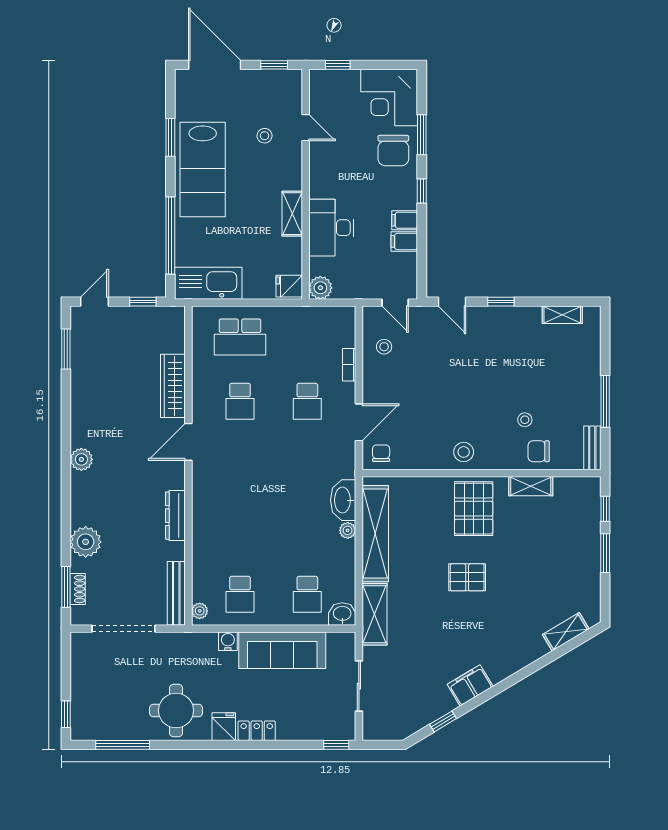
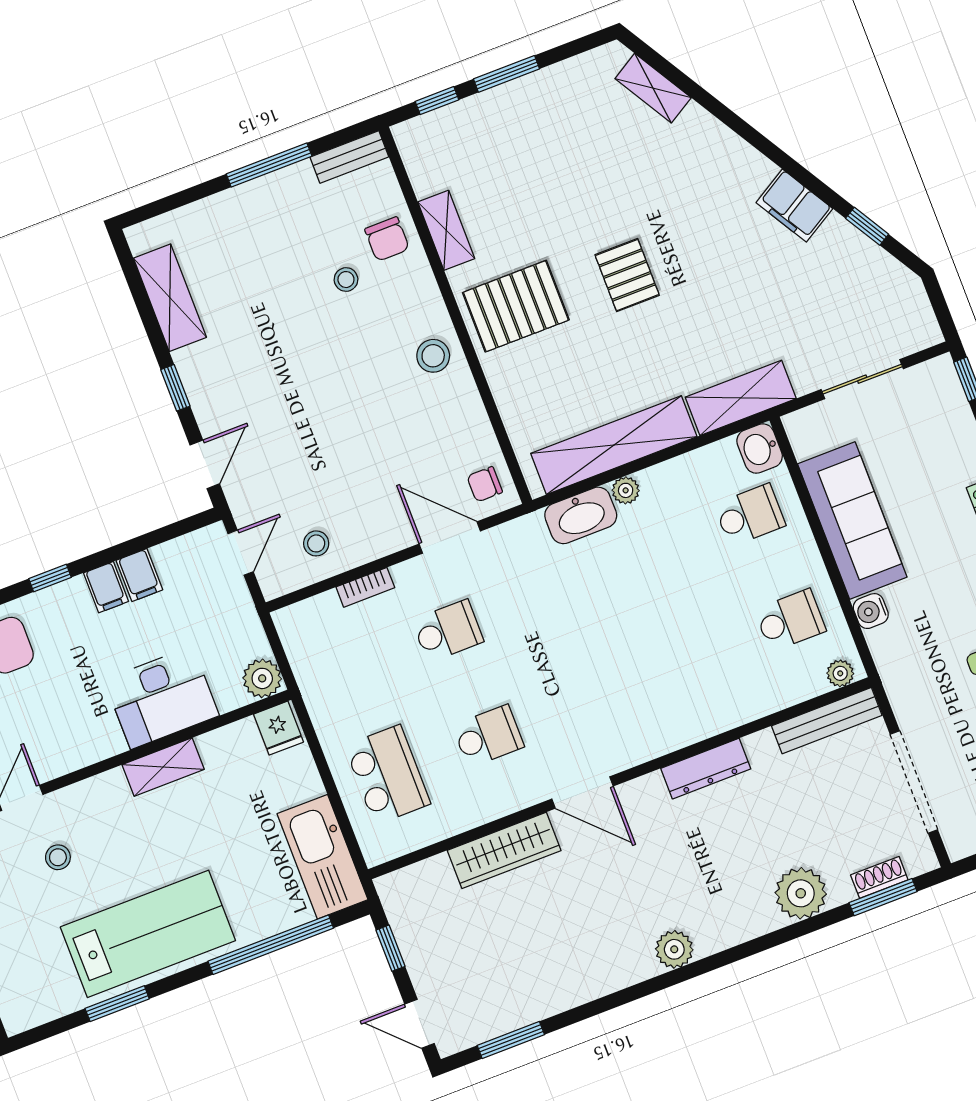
shelving: (562, 315) -> (170, 298), width x1.50, depth x1.33

